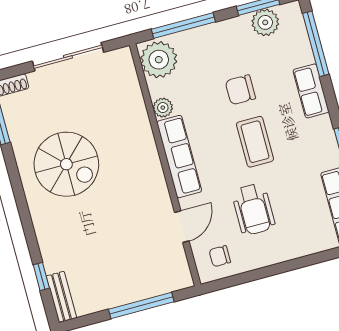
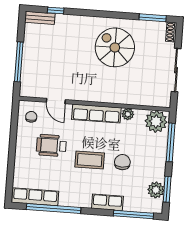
spiral stairs: (66, 164) -> (115, 47), turned 90

